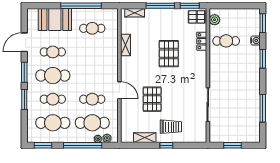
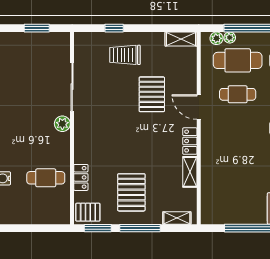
plant: (215, 20) -> (62, 124), moved
cafe table: (92, 28) -> (238, 196), removed
pallet: (169, 54) -> (131, 192), moved
locker: (126, 67) -> (190, 141), added
shelving: (145, 138) -> (181, 39), moved
window: (166, 145) -> (114, 28), moved

